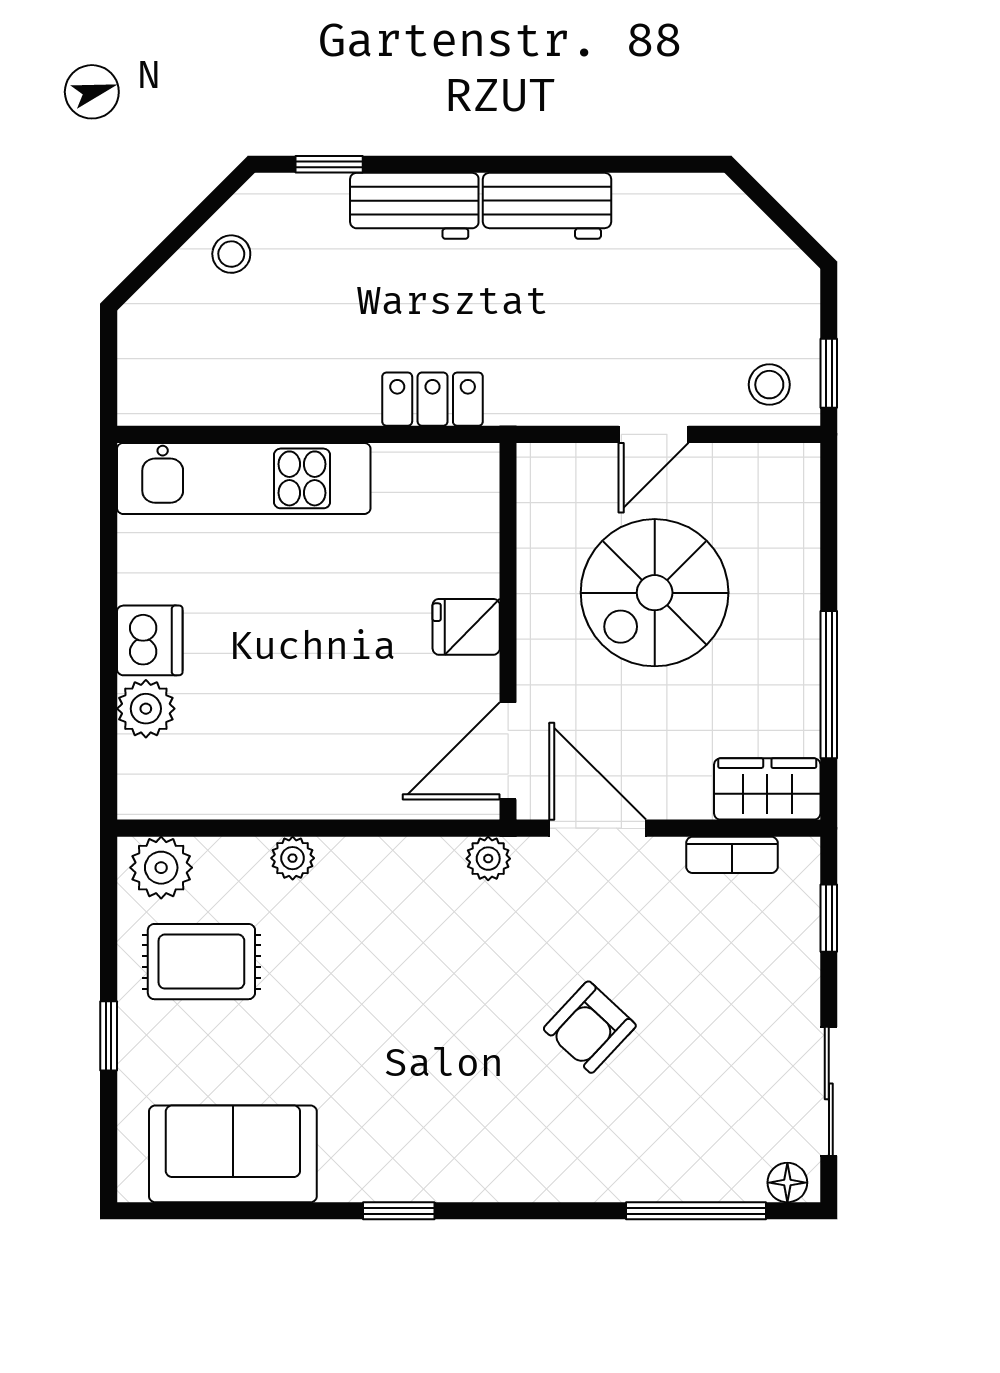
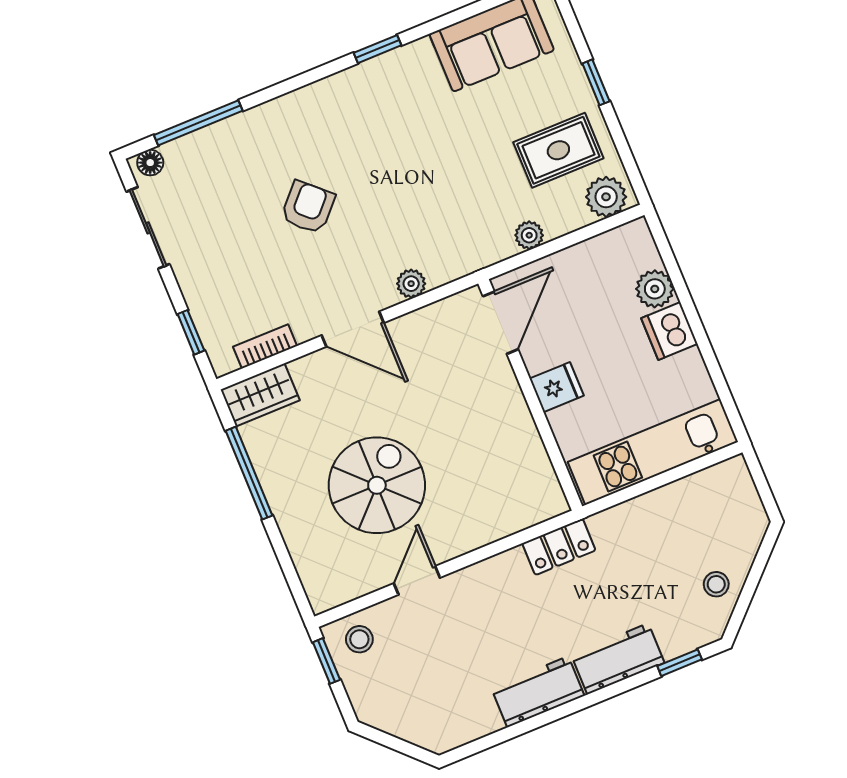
fridge: (466, 627) -> (557, 387), moved
wall: (508, 631) -> (530, 395), moved
door: (508, 751) -> (501, 323), moved

